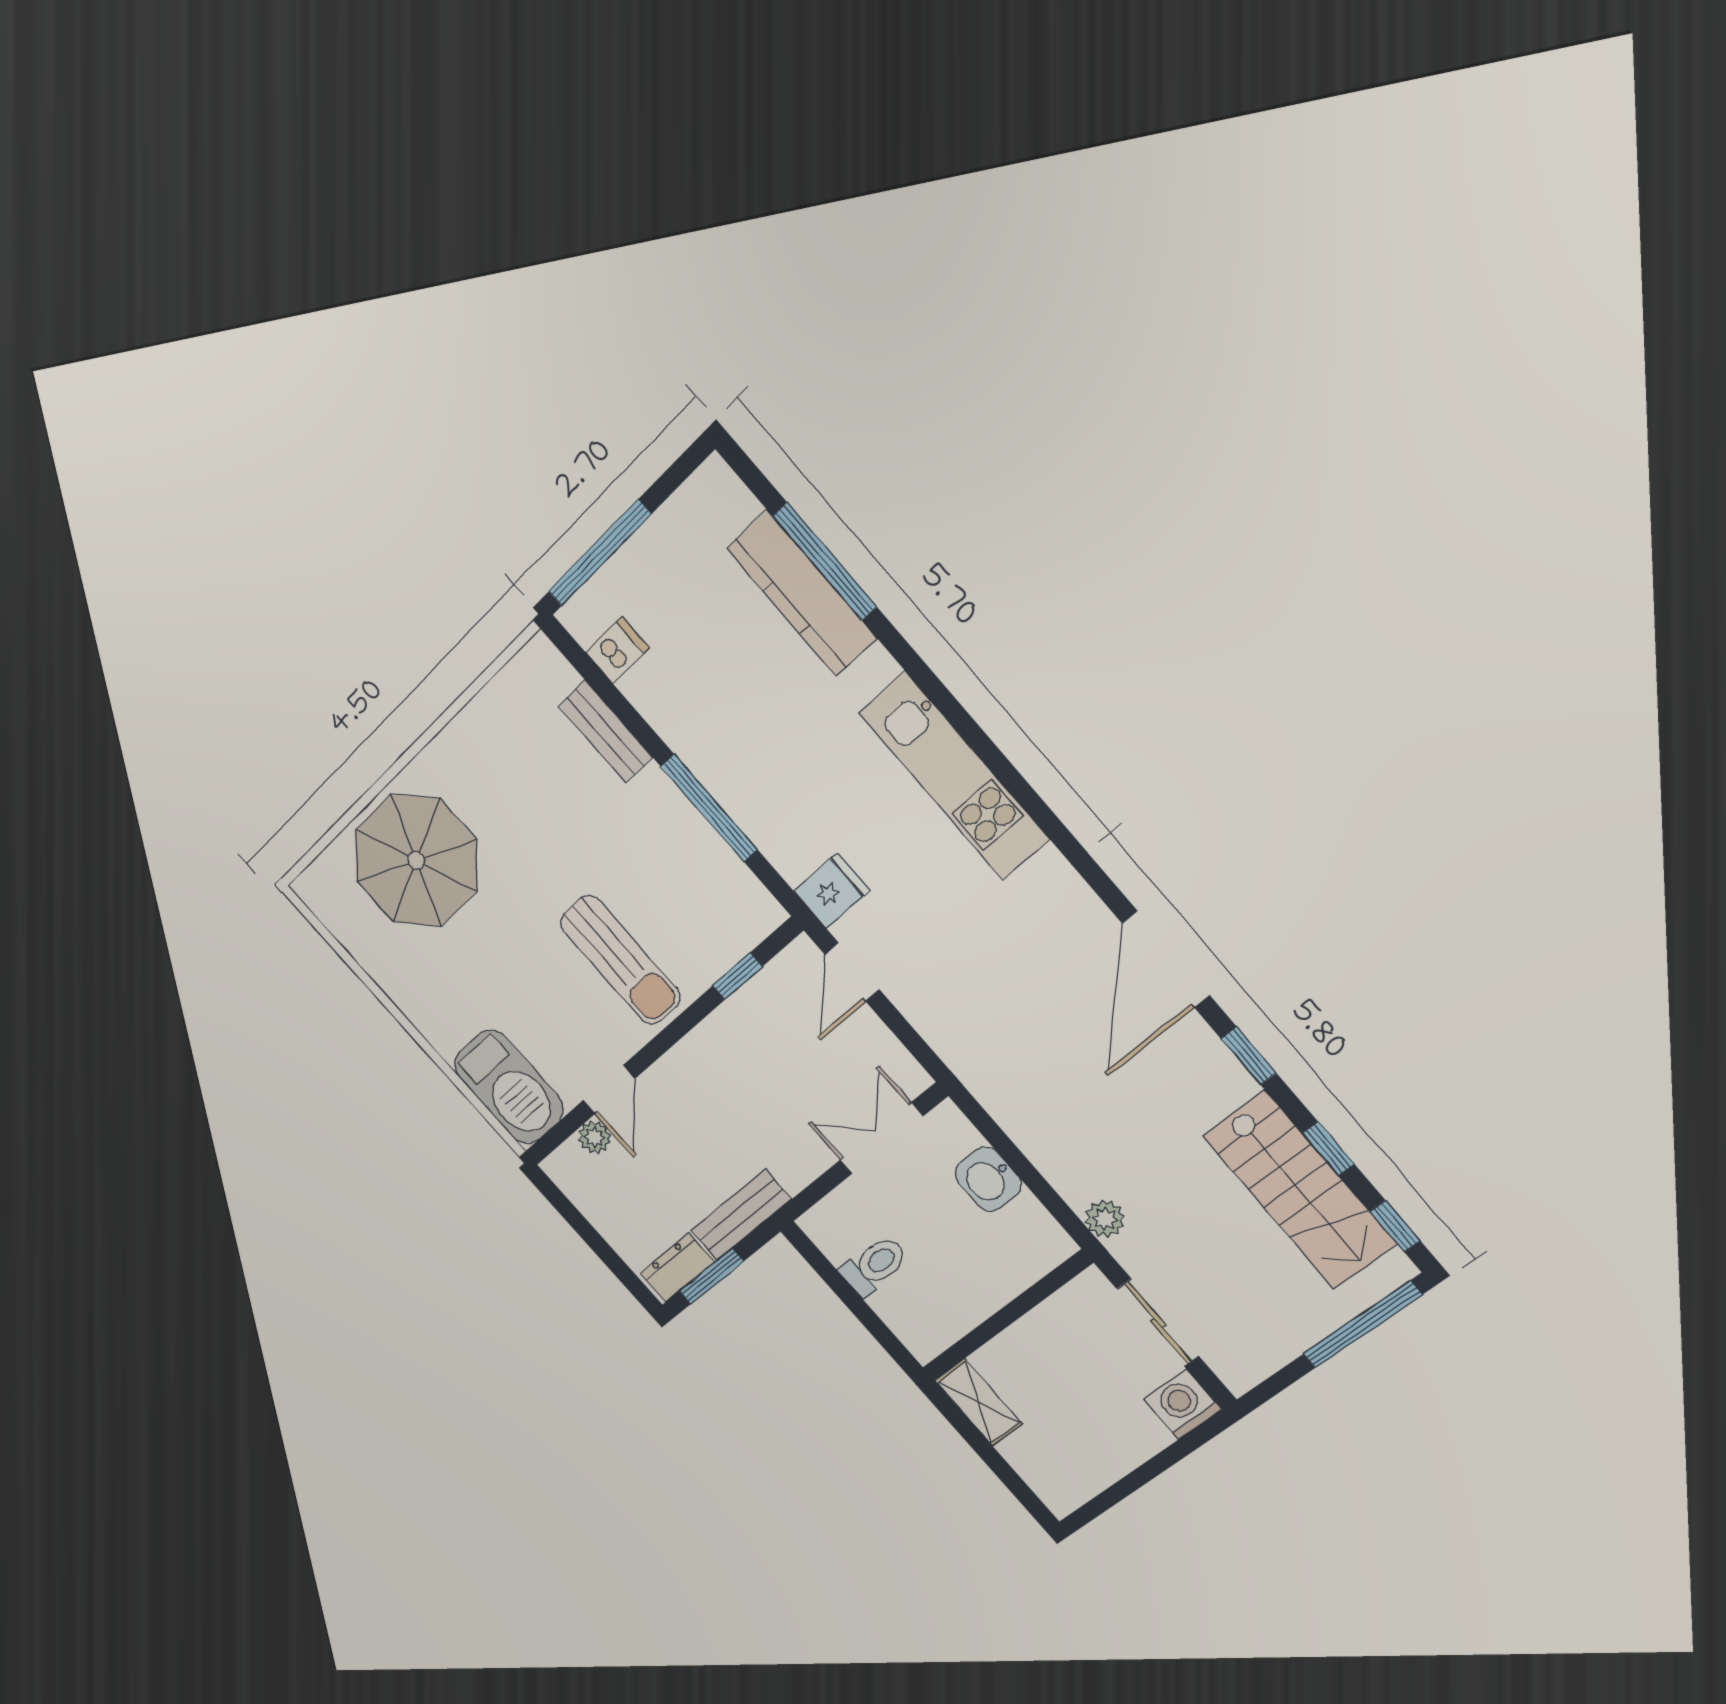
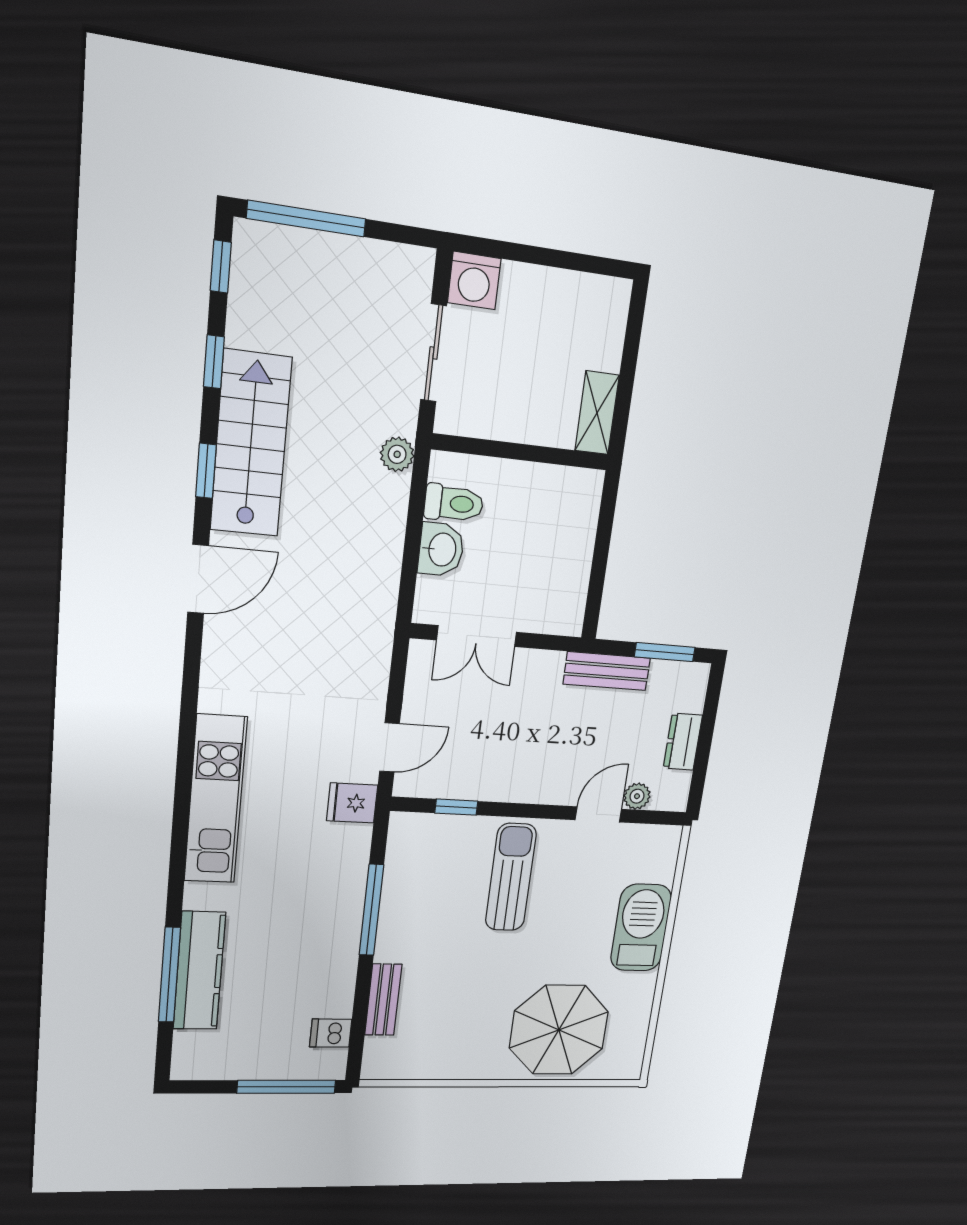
door: (1166, 959) -> (198, 579), width x0.73
barbecue: (509, 1087) -> (641, 928), moved
stairs: (1299, 1190) -> (251, 444), moved
toilet: (874, 1266) -> (454, 503), moved, turned 180
dresser: (677, 1268) -> (683, 742), moved, turned 90

